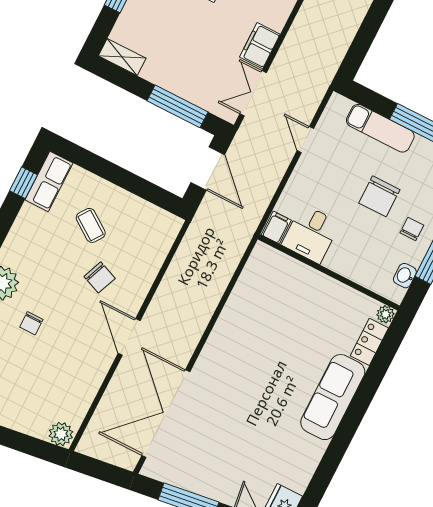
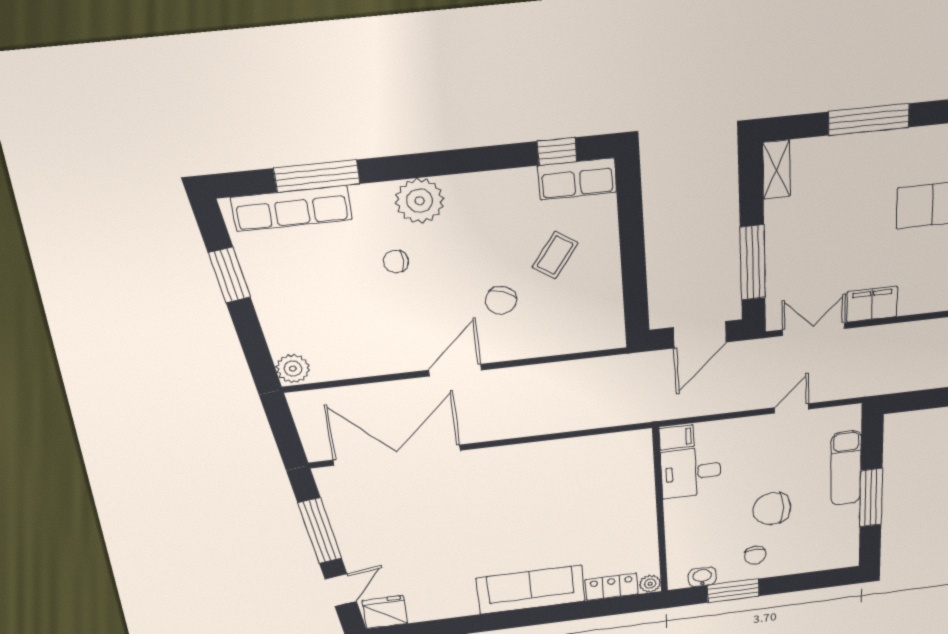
chair: (412, 229) -> (755, 555), turned 90

